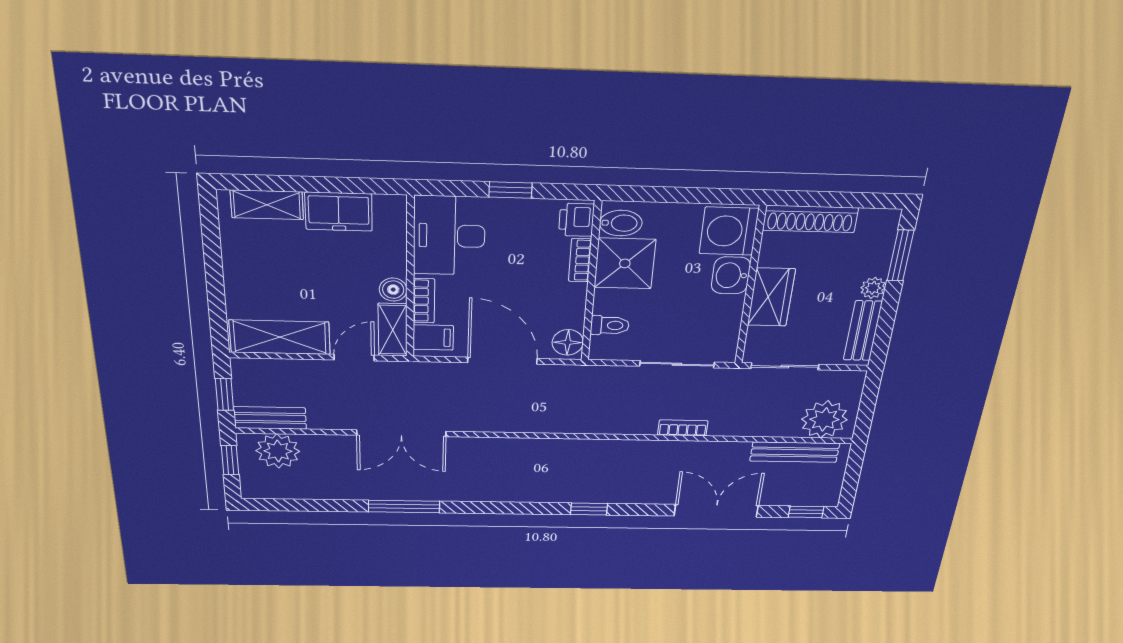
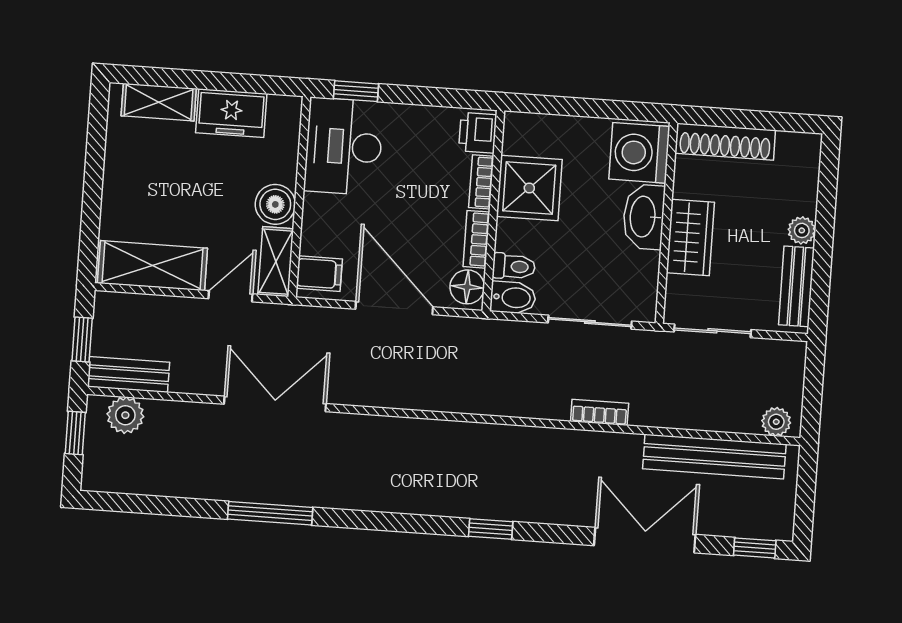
window: (510, 190) -> (356, 91), moved
bidet: (621, 223) -> (513, 298), moved
window: (900, 256) -> (827, 191), removed
washbasin: (731, 275) -> (644, 217), width x1.38
boiler: (393, 290) -> (275, 204), width x1.36, depth x1.36
bookcase: (424, 301) -> (476, 239), moved, turned 180
plant: (824, 419) -> (776, 422), width x0.53, depth x0.53
double door: (401, 433) -> (275, 404), swing flipped
plant: (278, 451) -> (125, 415), width x0.73, depth x0.73
bench: (795, 452) -> (714, 456), width x1.37, depth x1.21

